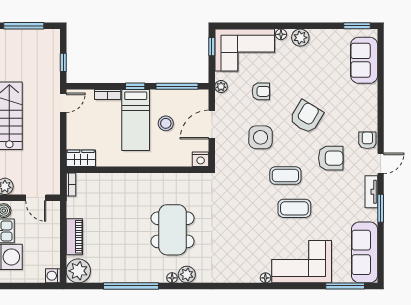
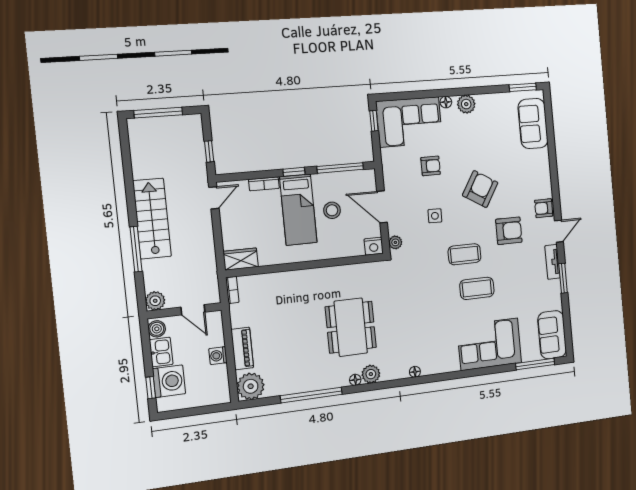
plant: (221, 87) -> (395, 242), moved
door: (212, 125) -> (382, 207), hinge flipped
side table: (261, 137) -> (435, 216), width x0.54, depth x0.54
armchair: (367, 140) -> (544, 208), turned -90
sofa: (365, 252) -> (552, 335), width x0.73
washing machine: (53, 276) -> (218, 356), moved
floor lamp: (265, 278) -> (415, 372), moved

